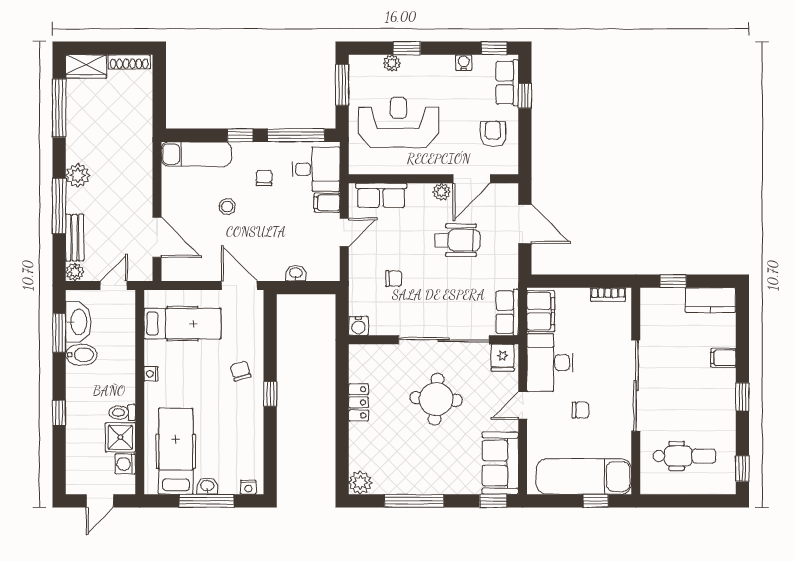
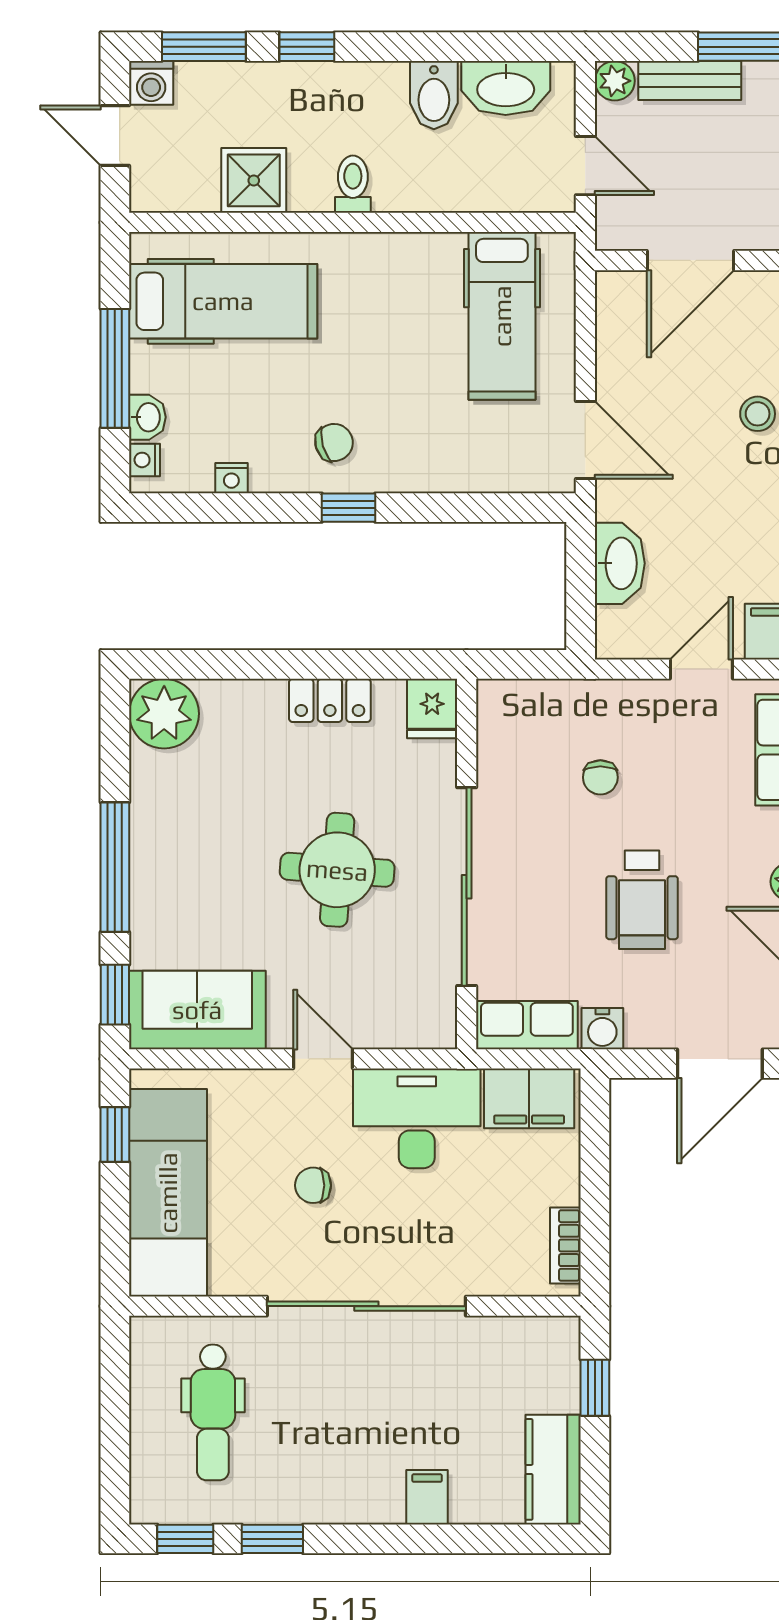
door: (344, 232) -> (701, 669), swing flipped
wheelchair: (457, 240) -> (642, 900), moved
washbasin: (296, 273) -> (620, 563), width x1.91, depth x1.45
door: (239, 285) -> (585, 440), hinge flipped
water cooler: (358, 326) -> (602, 1029), moved, turned -90
window: (59, 333) -> (204, 47), moved
fridge: (503, 358) -> (432, 709), moved, turned -90
chair: (241, 371) -> (334, 443), moved
nightstand: (151, 374) -> (231, 478), moved, turned 180
window: (742, 397) -> (272, 1539), moved
chair: (580, 410) -> (313, 1185), turned 90
toilet: (122, 413) -> (353, 184), moved
washing machine: (125, 464) -> (151, 83), moved, turned 180
plant: (360, 483) -> (164, 714), width x1.36, depth x1.36
washbasin: (207, 486) -> (147, 417), moved
window: (414, 501) -> (115, 867), moved
window: (596, 501) -> (115, 1135), moved

